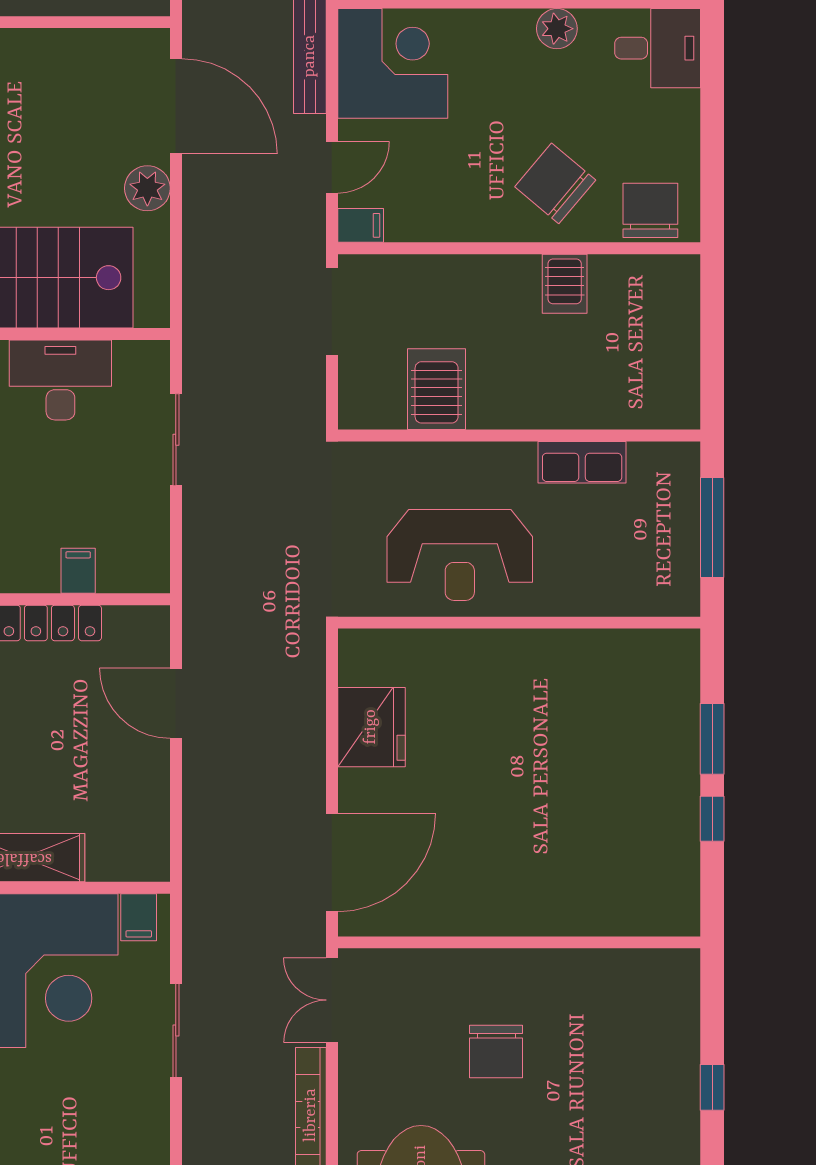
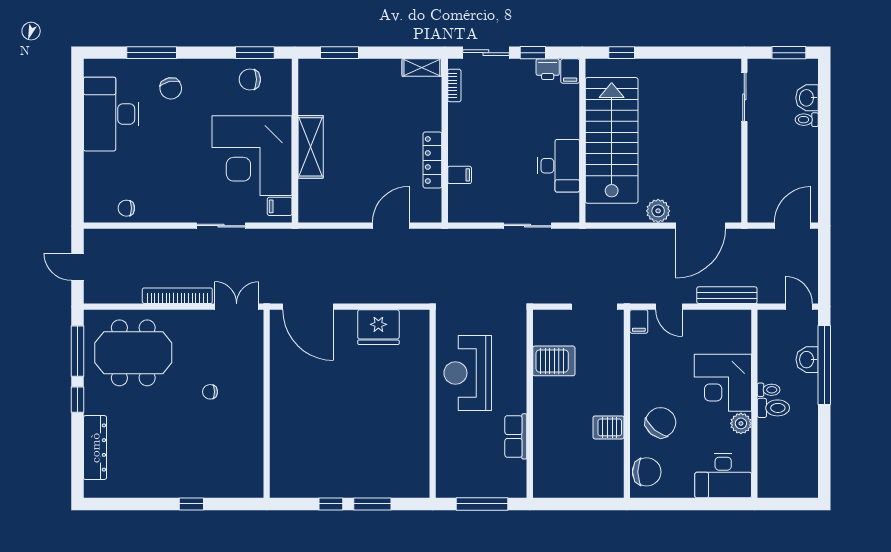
desk: (658, 48) -> (723, 476), width x1.37
corner desk: (393, 63) -> (723, 383), moved, turned 90
chair: (496, 1052) -> (210, 392), width x0.54, depth x0.54

